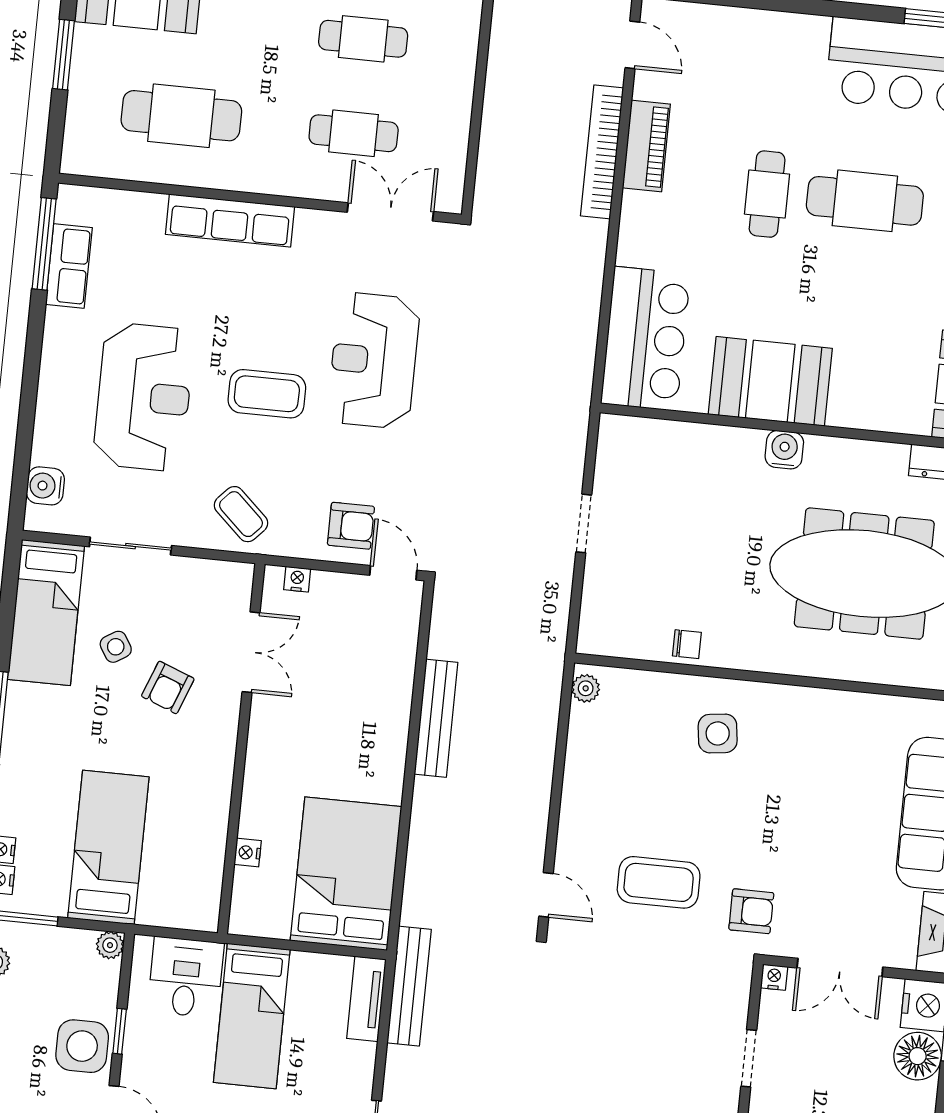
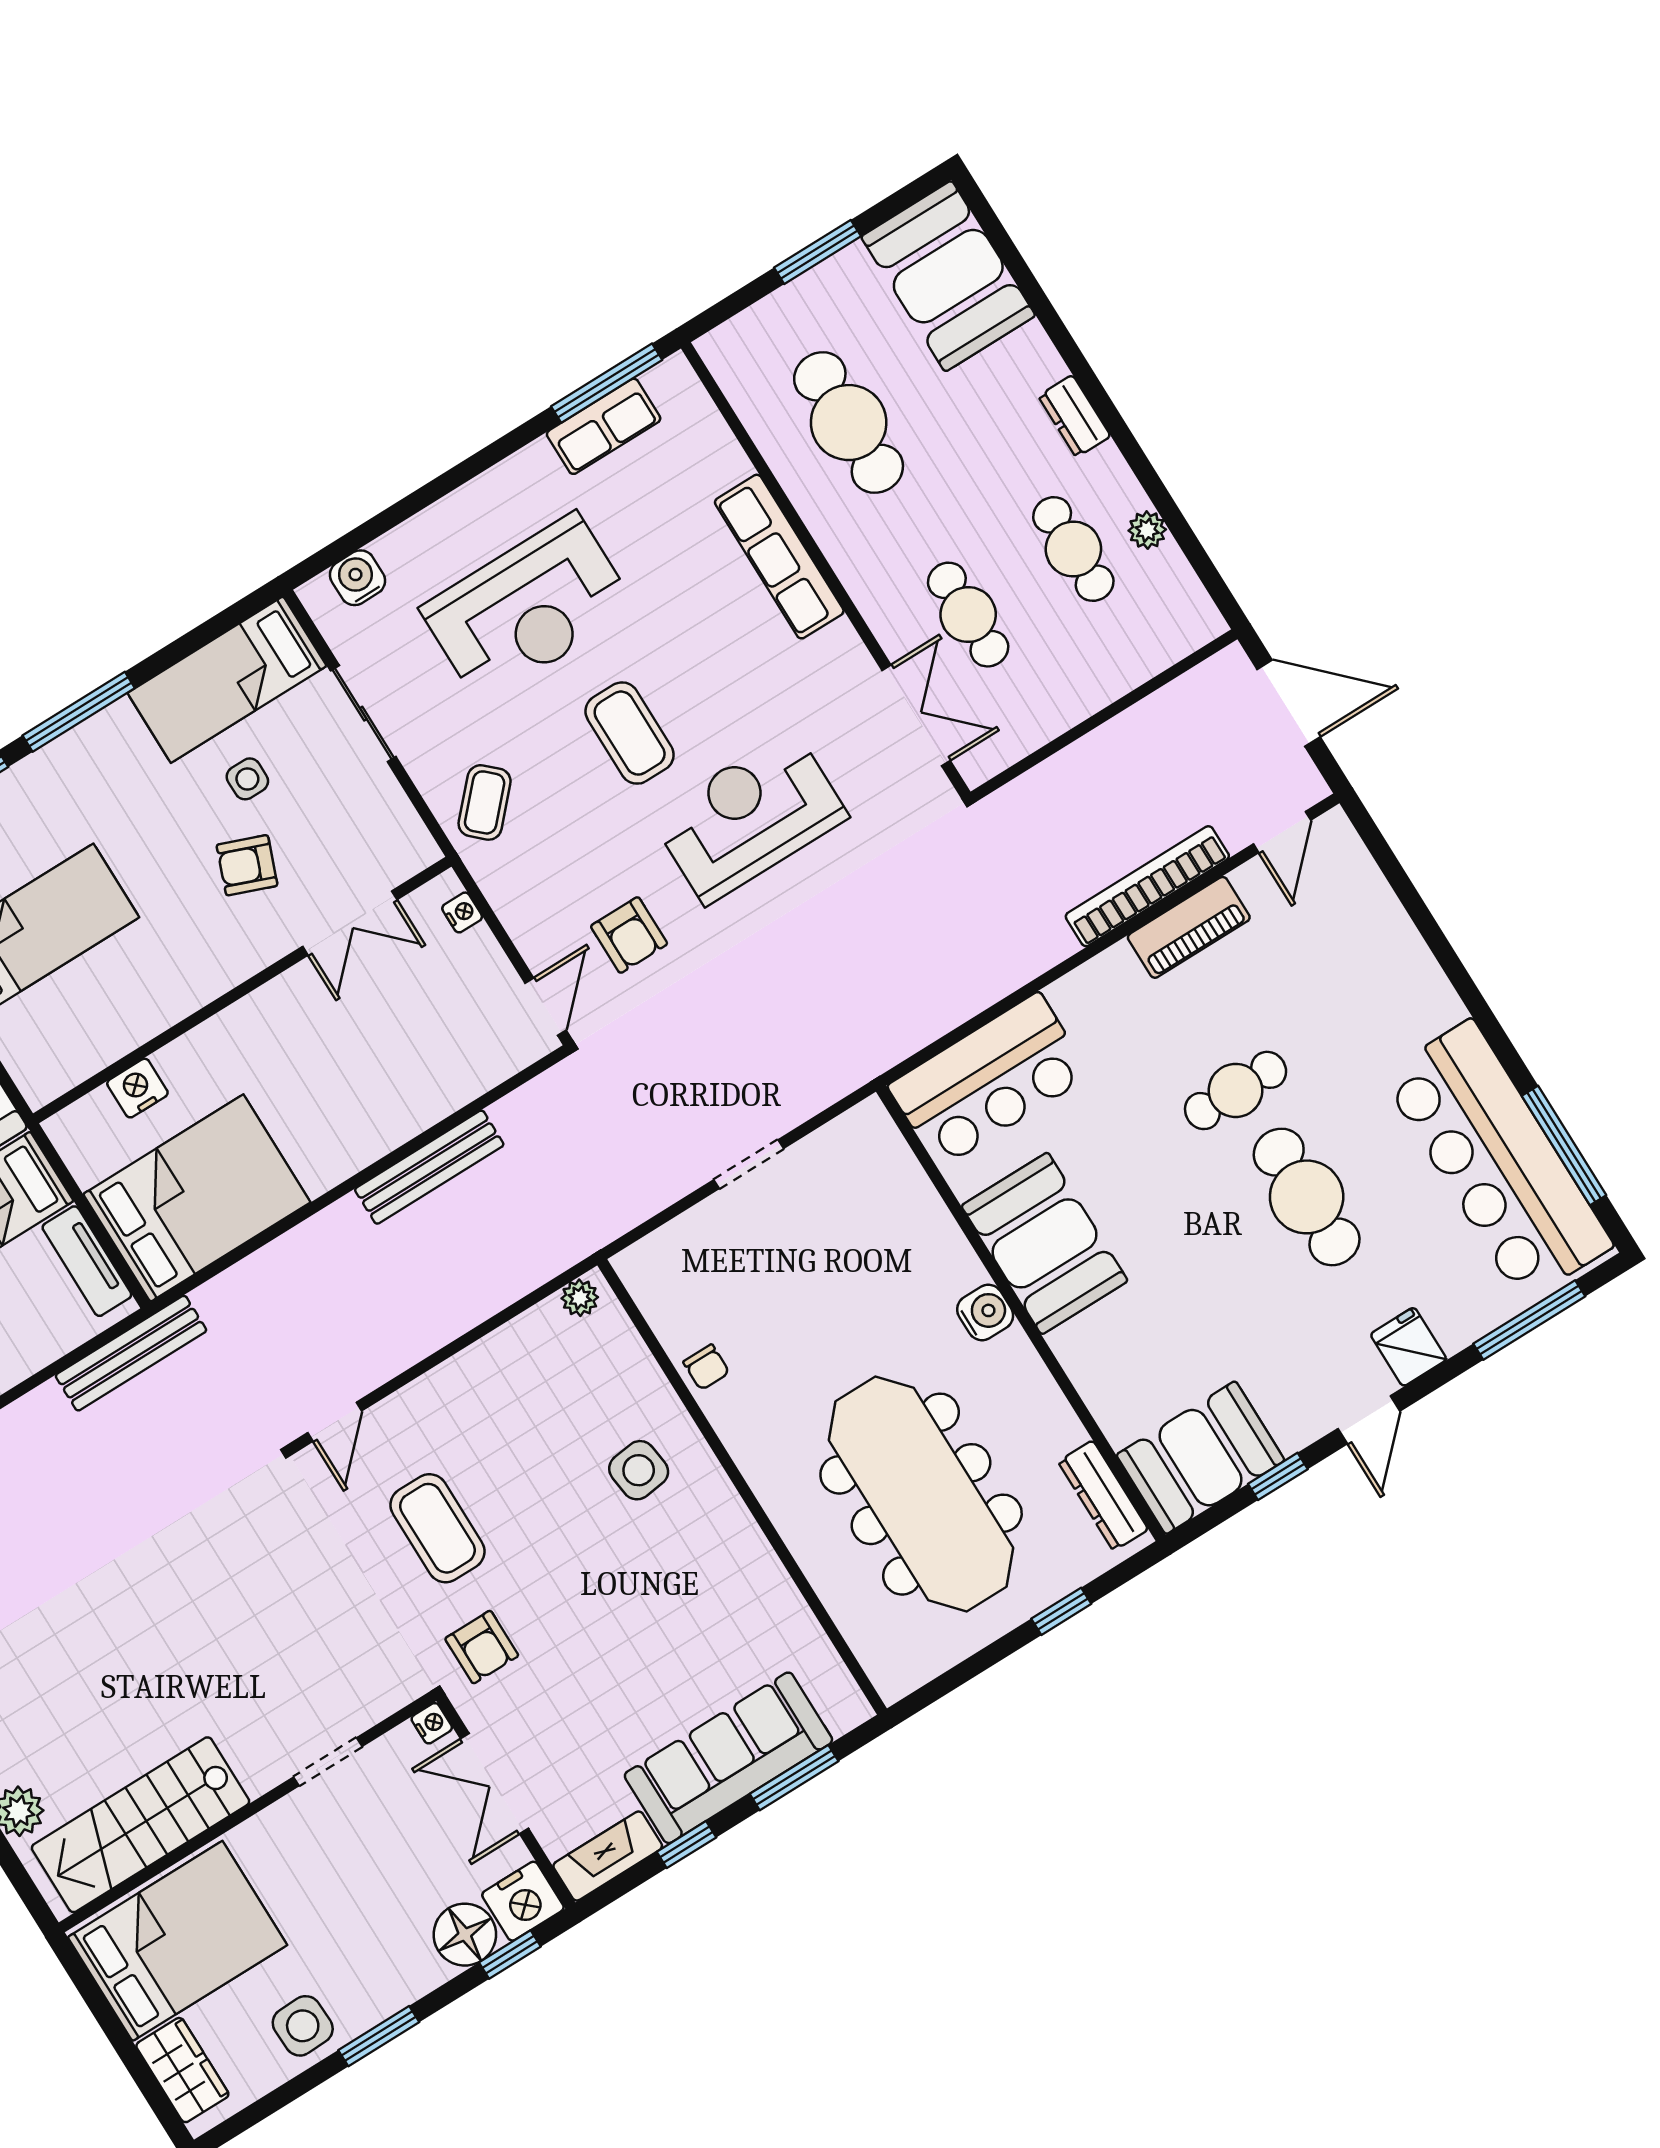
armchair: (351, 526) -> (629, 935), moved
side table: (116, 647) -> (247, 779), turned 32
nightstand: (248, 853) -> (137, 1088), width x1.39, depth x1.35
tv unit: (366, 999) -> (87, 1261), moved, turned -90

